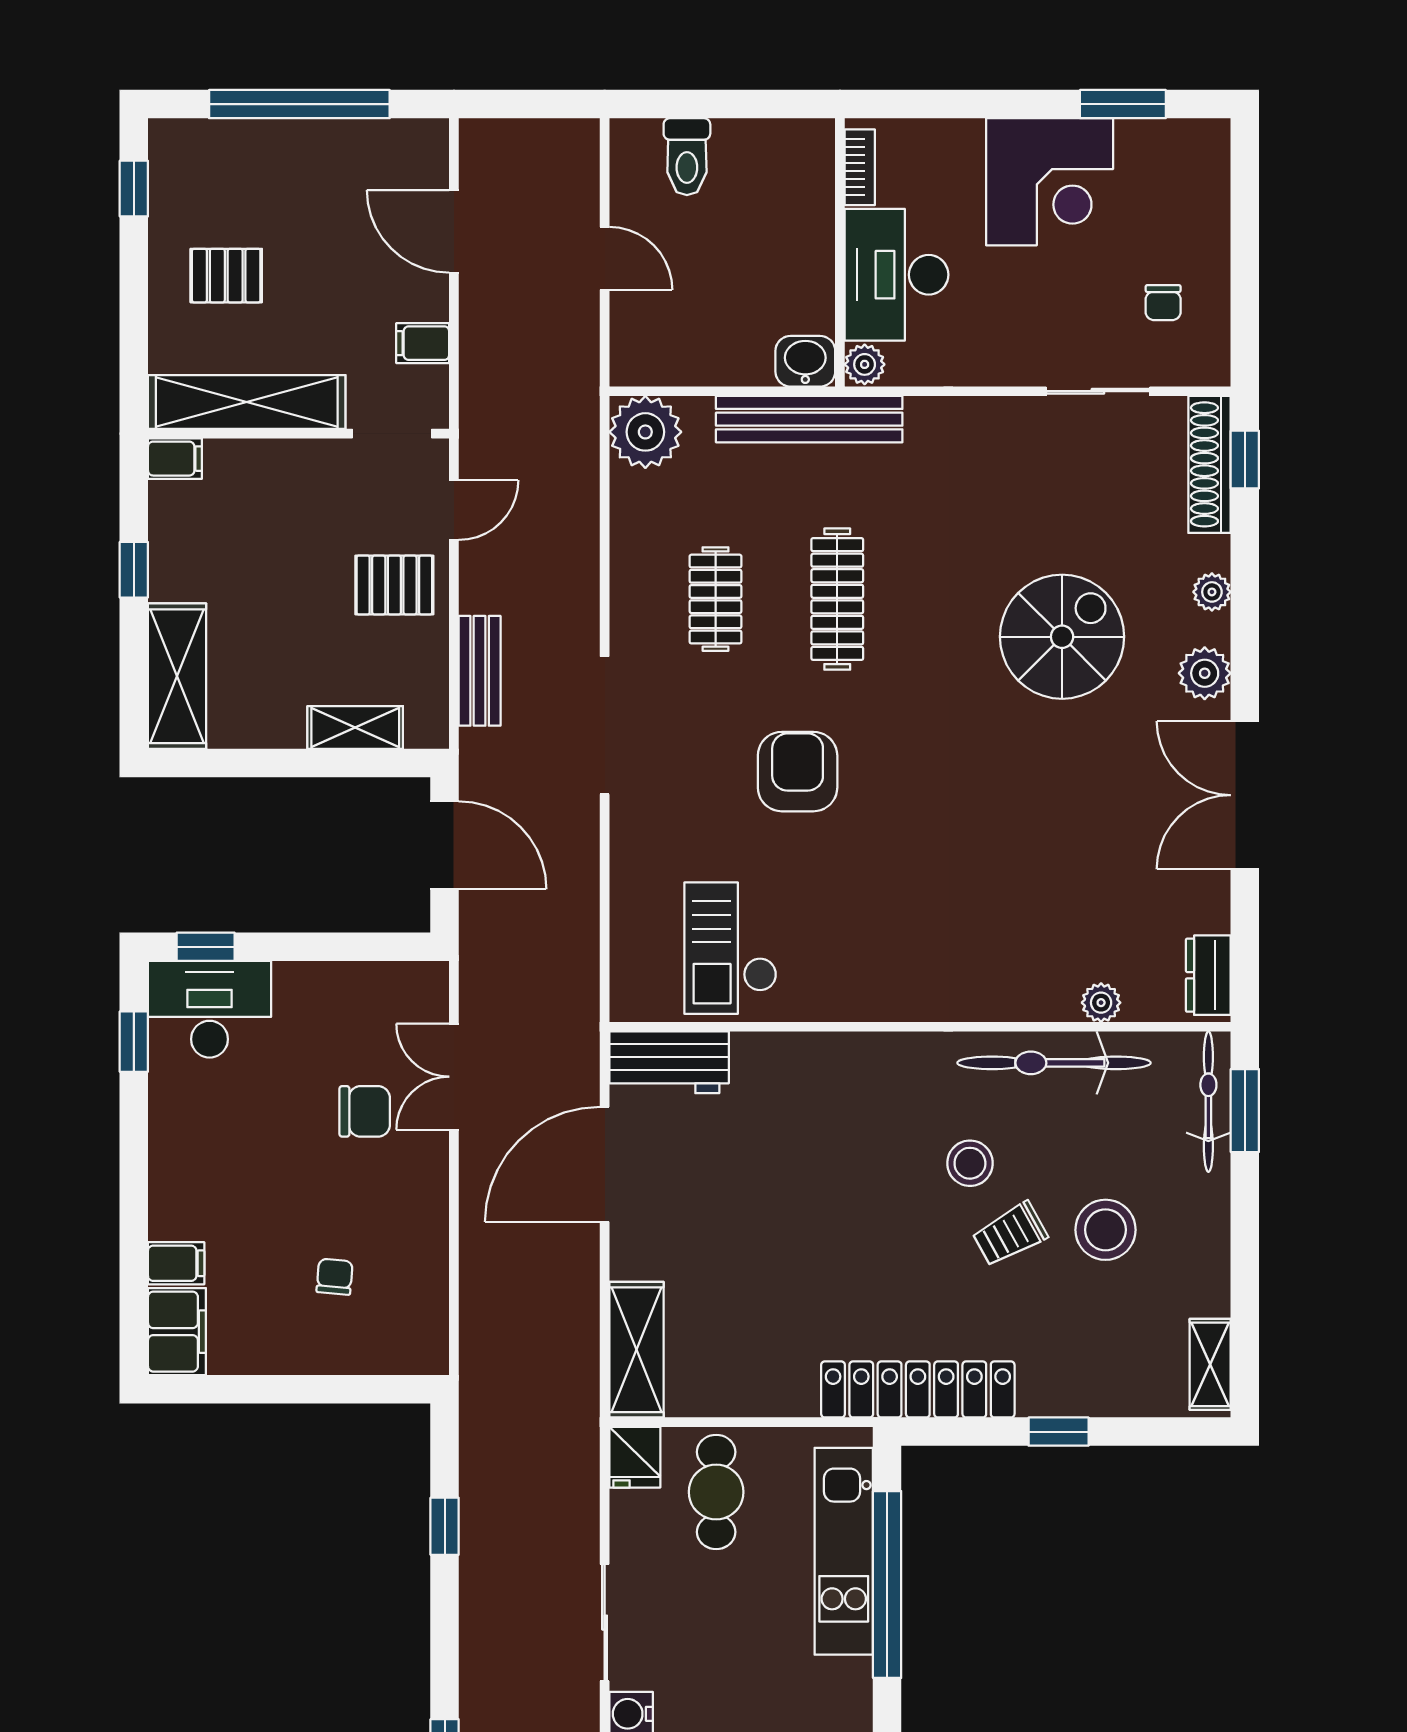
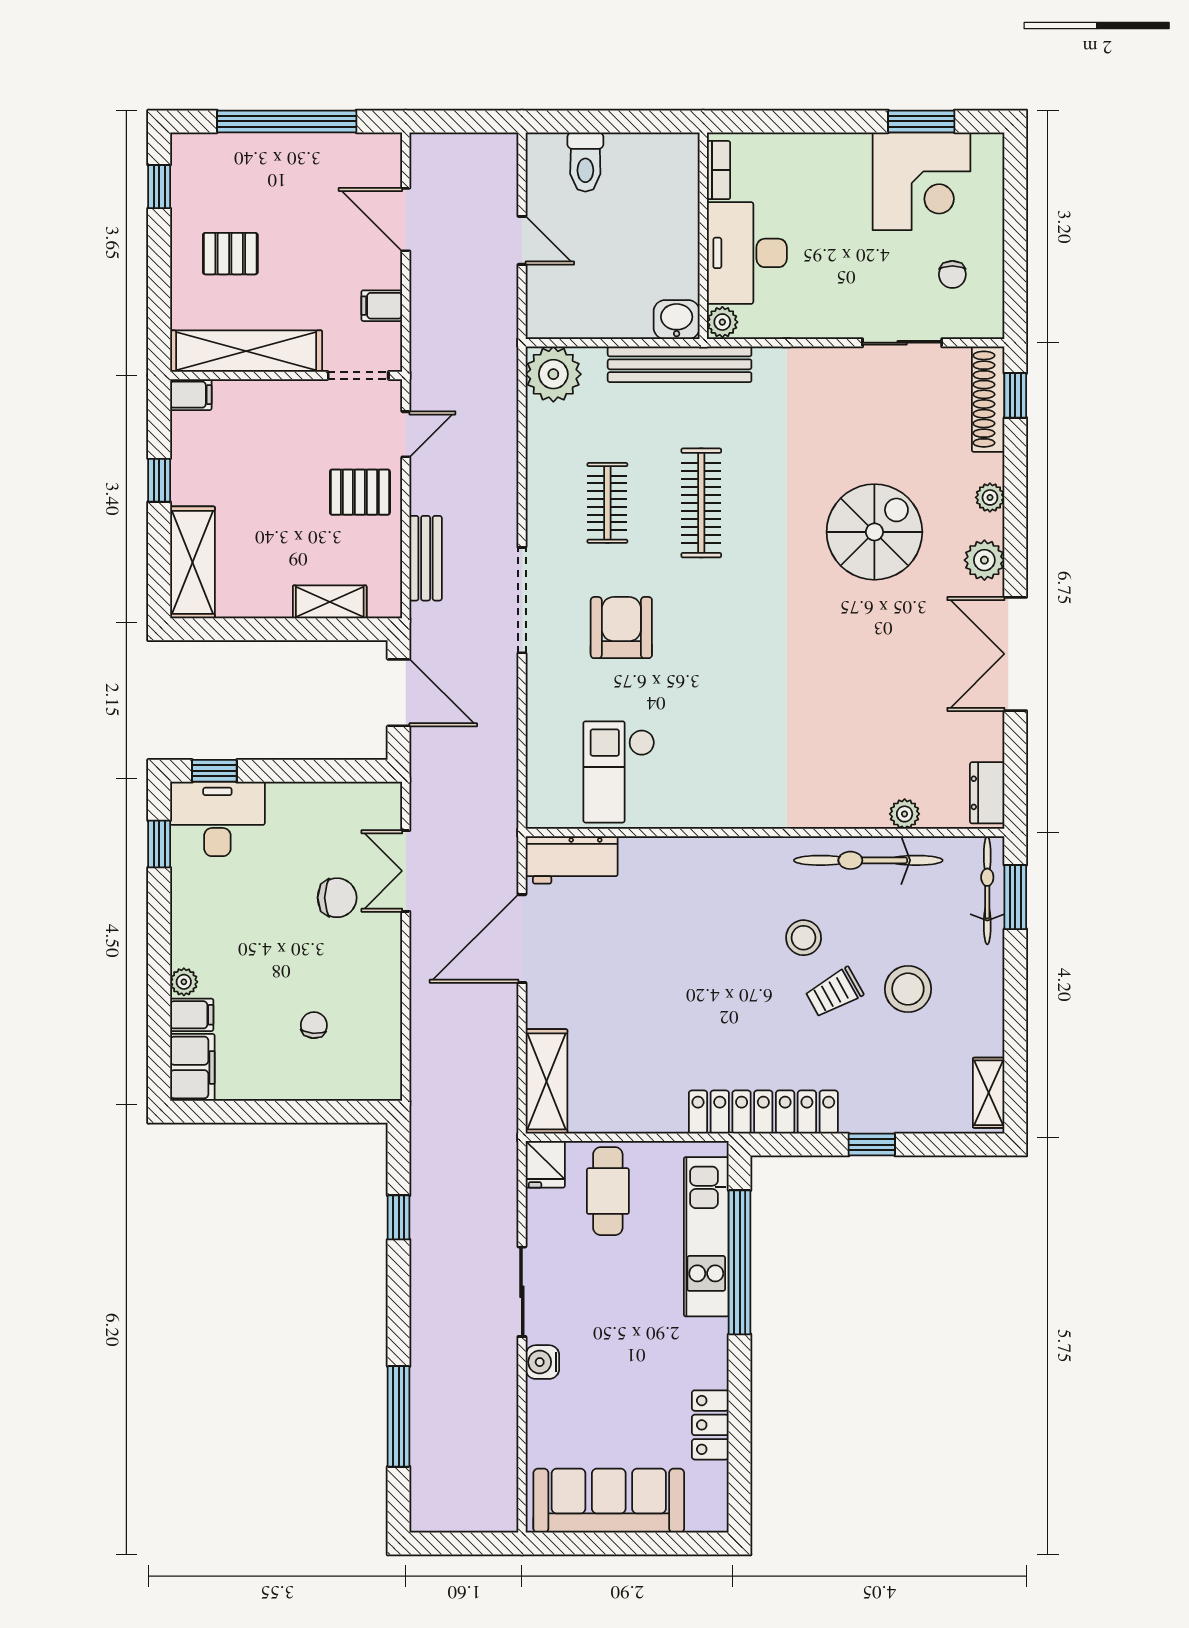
corner desk: (1050, 182) -> (921, 181), moved
armchair: (798, 772) -> (621, 628), moved
plant: (166, 1220) -> (184, 982), added

